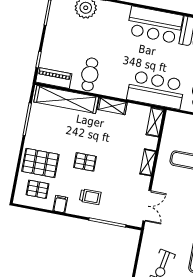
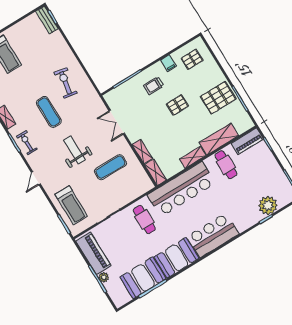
bar counter: (156, 90) -> (181, 189), width x1.36
shelving: (66, 100) -> (219, 139), width x0.68
shelving: (148, 162) -> (142, 151), moved
pallet: (40, 163) -> (218, 98), moved
double door: (147, 206) -> (117, 122), moved

